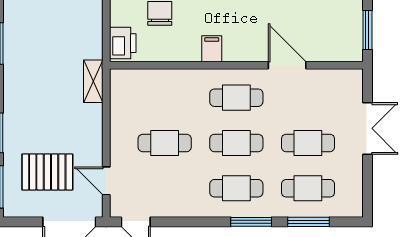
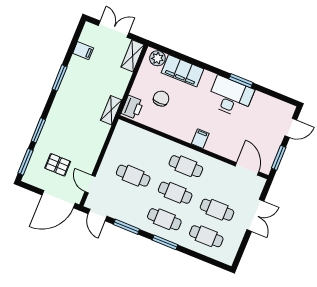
filing cabinet: (212, 49) -> (200, 139), moved
door: (287, 65) -> (247, 169), moved
shelving: (93, 81) -> (111, 110), moved
pallet: (47, 172) -> (58, 165), width x0.67, depth x0.71
window: (309, 222) -> (126, 227), moved

